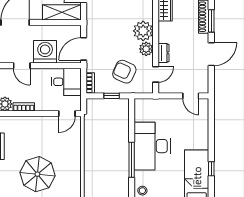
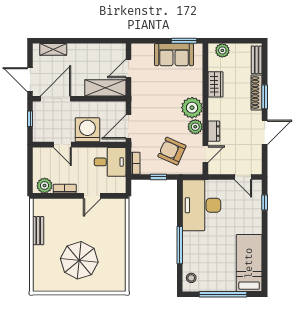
door: (67, 114) -> (92, 196), moved
desk: (152, 146) -> (202, 205), moved
window: (211, 169) -> (265, 203), moved

